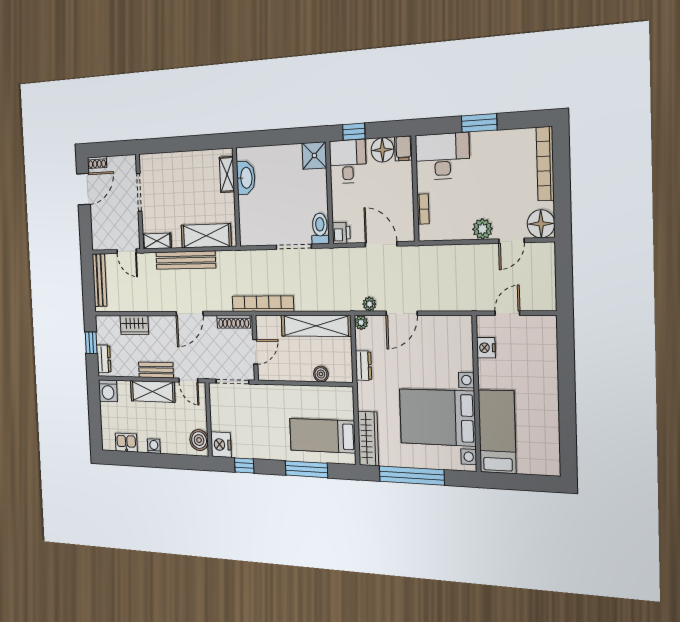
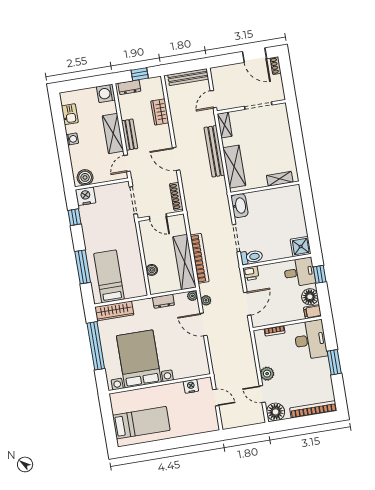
washbasin: (246, 178) -> (240, 206), moved, turned -90
bookcase: (263, 304) -> (200, 258), moved
bed: (497, 432) -> (141, 423), moved

